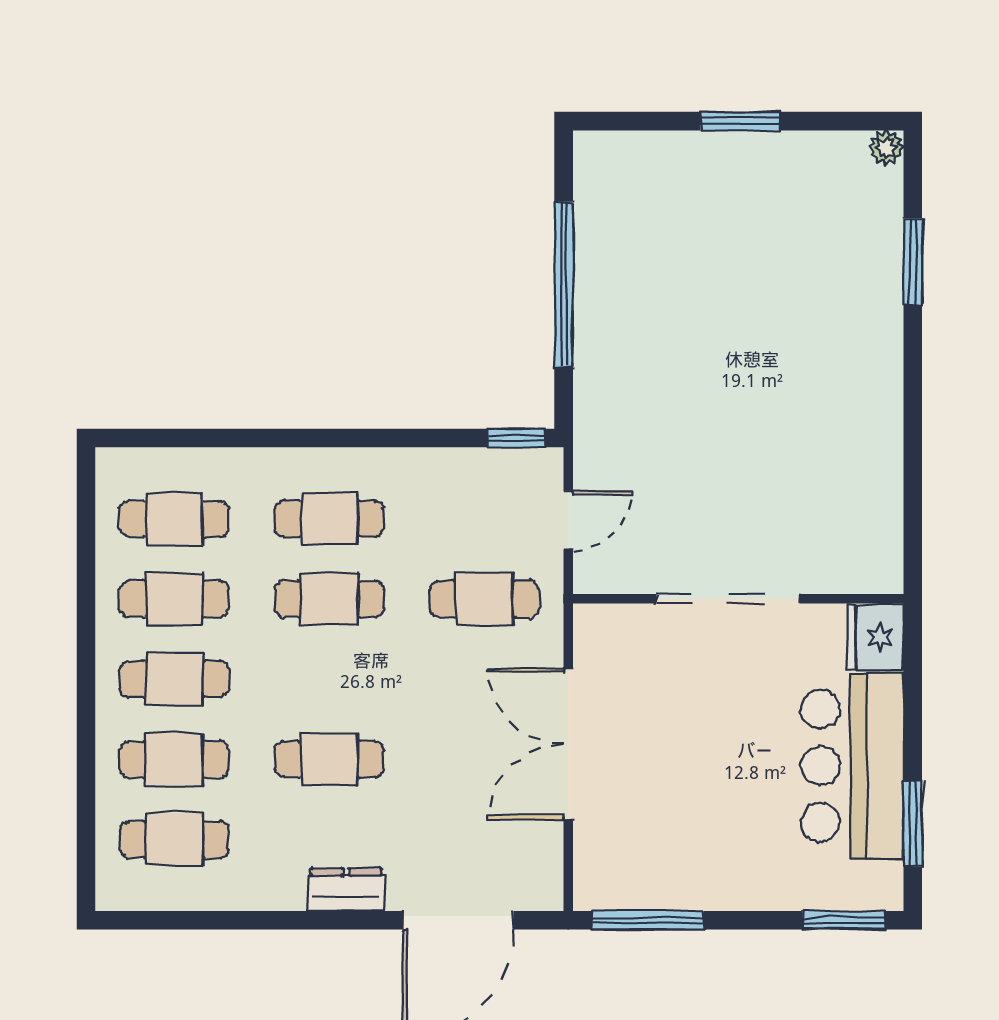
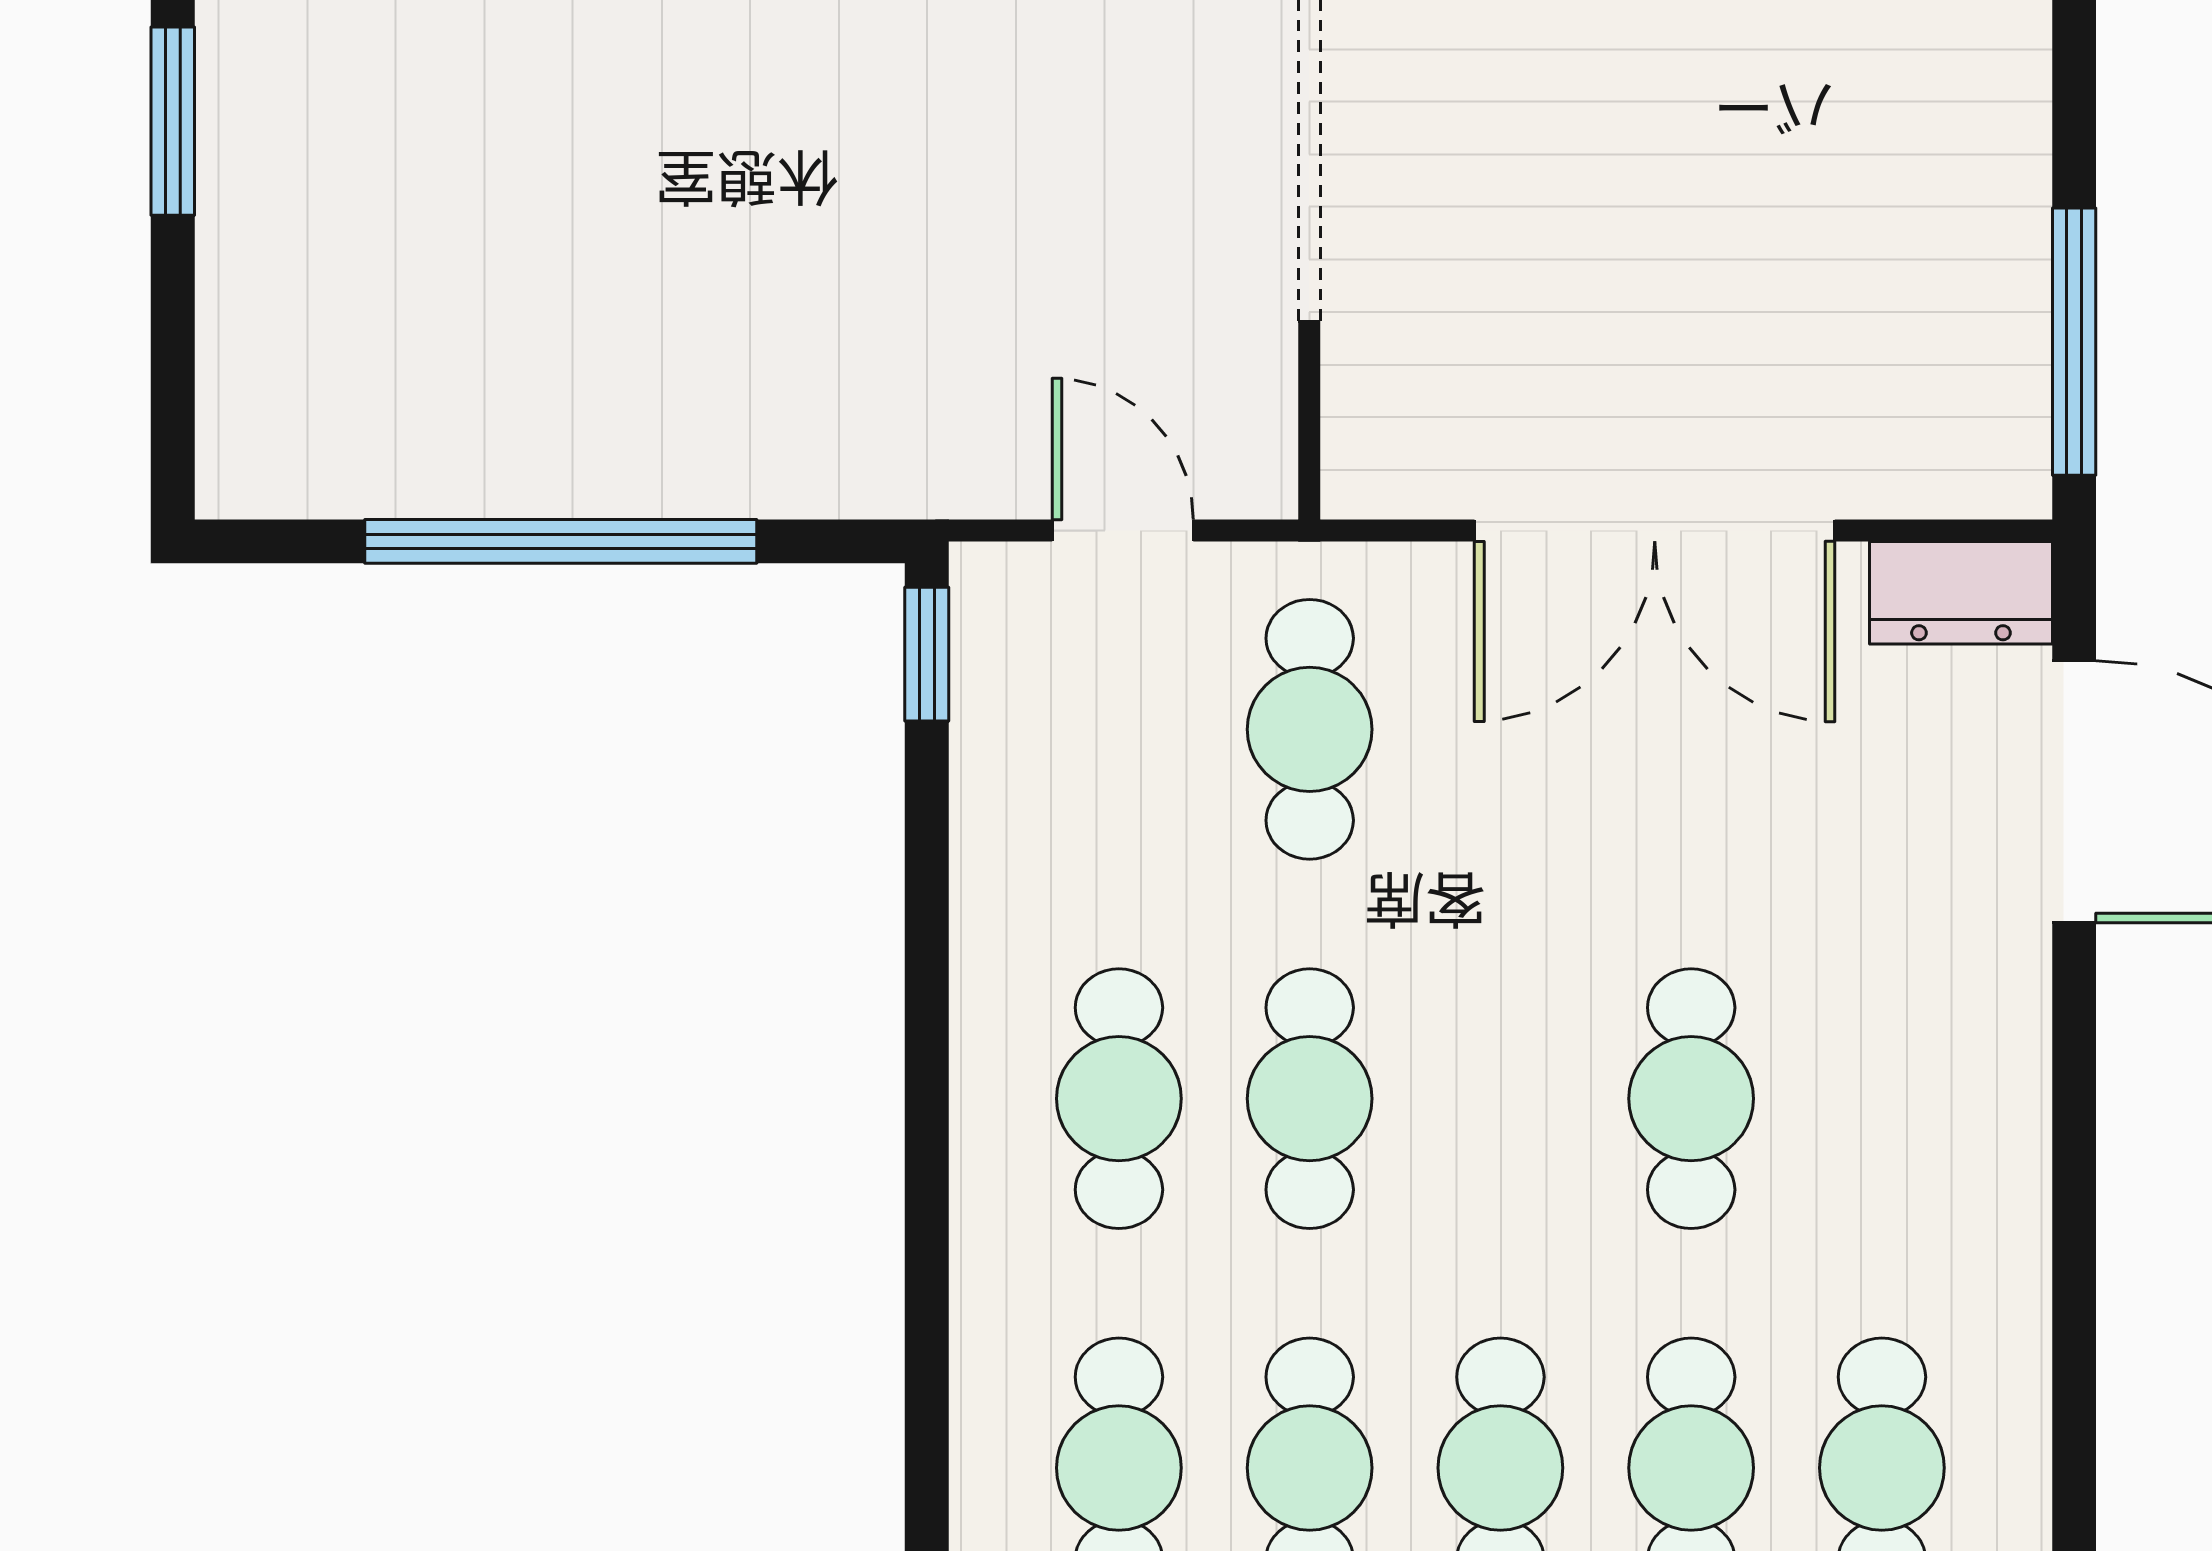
dresser: (346, 889) -> (1961, 593), moved, turned -90

